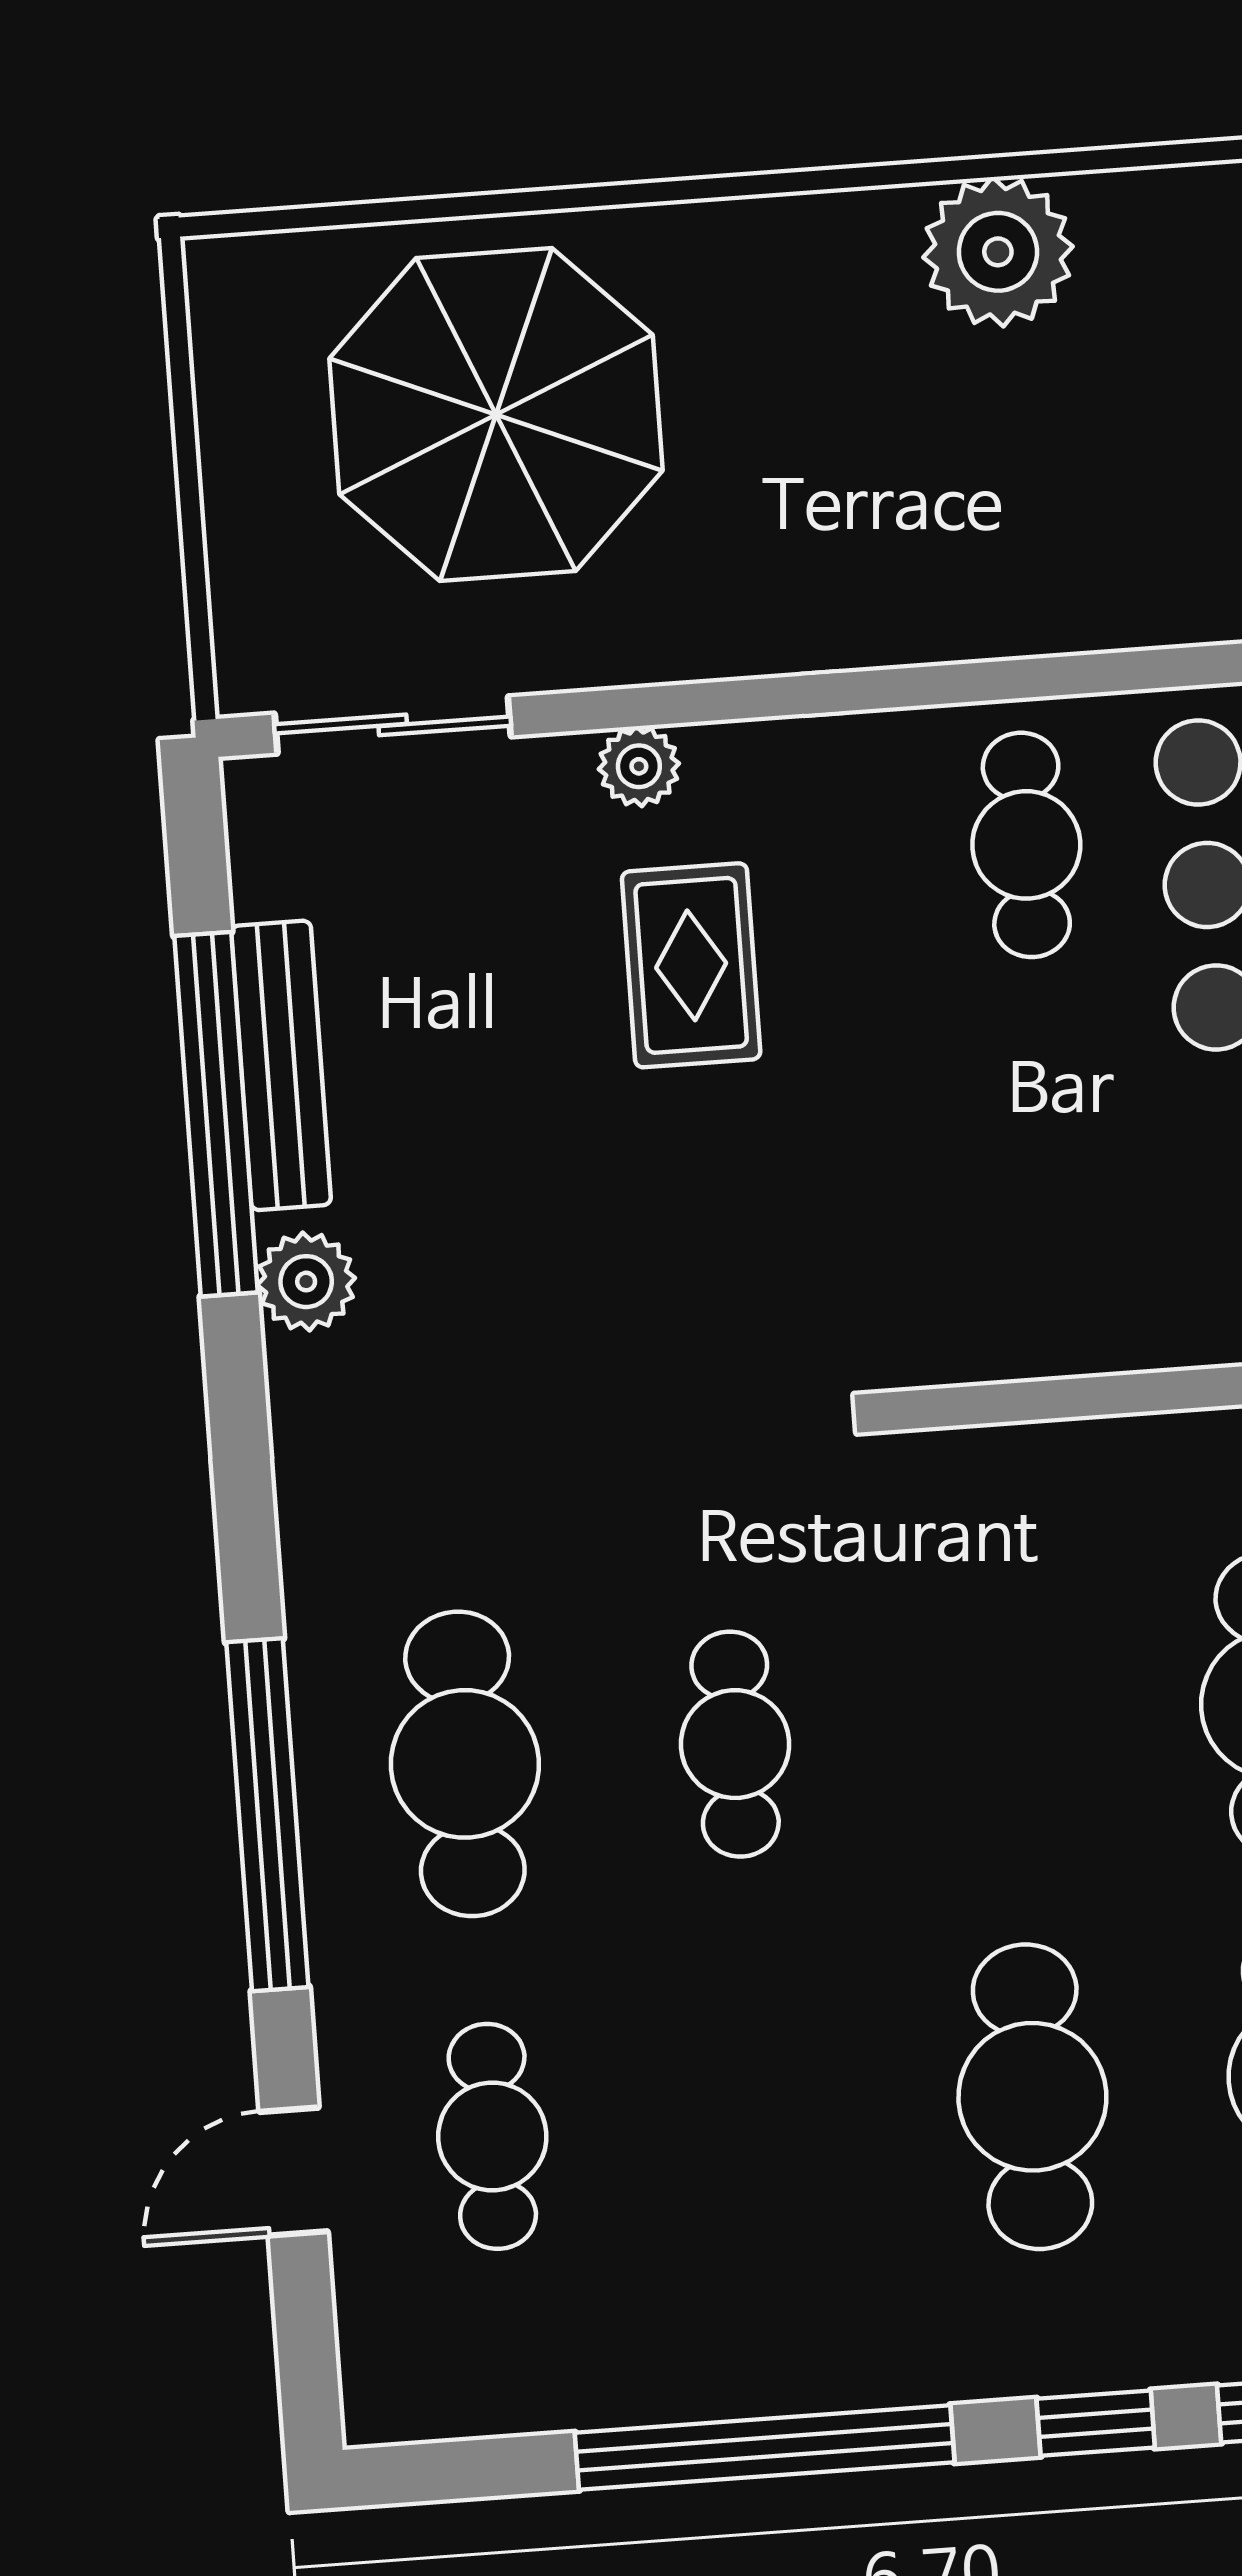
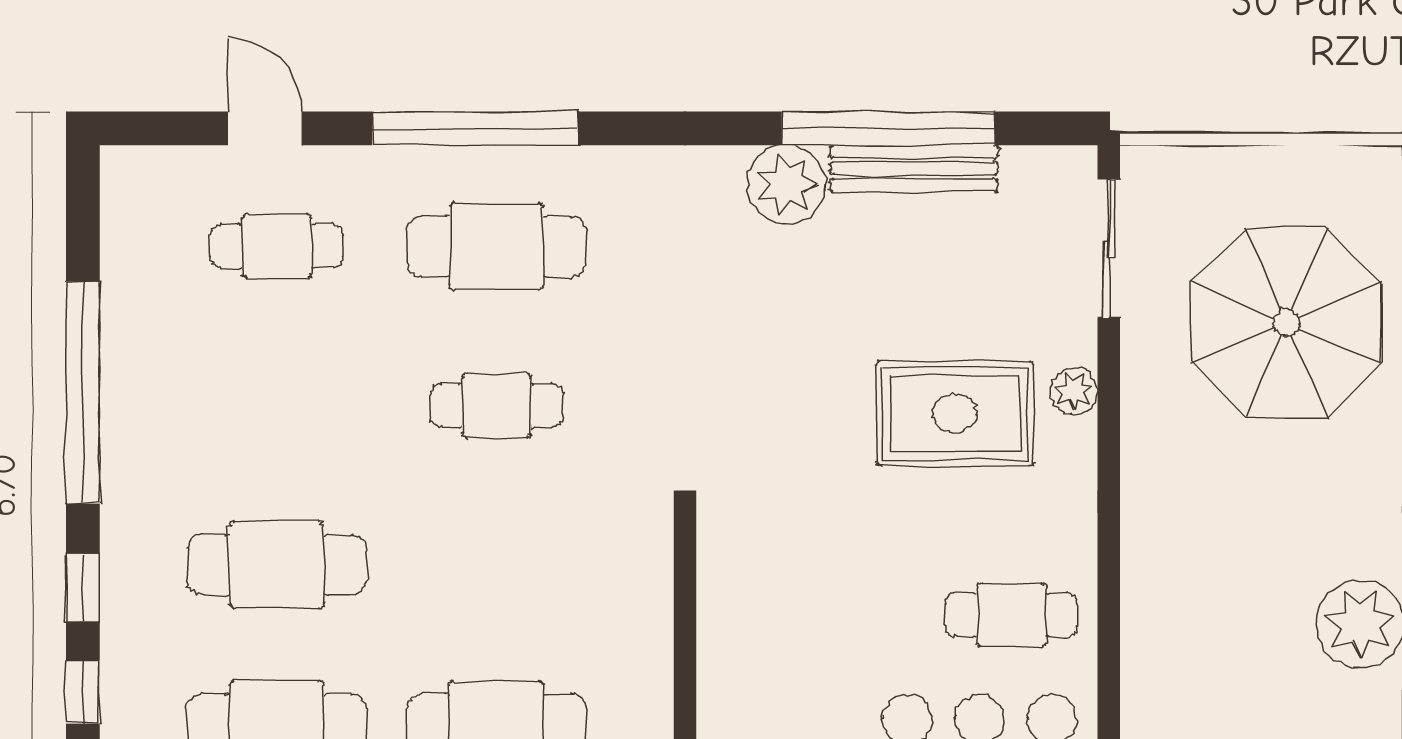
rug: (691, 965) -> (955, 413), width x1.36, depth x1.43
plant: (306, 1282) -> (786, 184), width x1.36, depth x1.36

